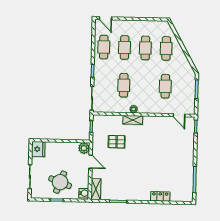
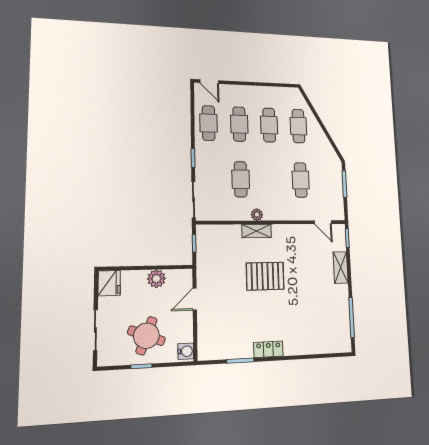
pallet: (117, 142) -> (265, 276), moved, width x1.50, depth x1.42
plant: (84, 148) -> (156, 279), moved
door: (91, 162) -> (195, 299), swing flipped
shelving: (96, 189) -> (341, 267), moved
locker: (160, 196) -> (268, 349), moved

